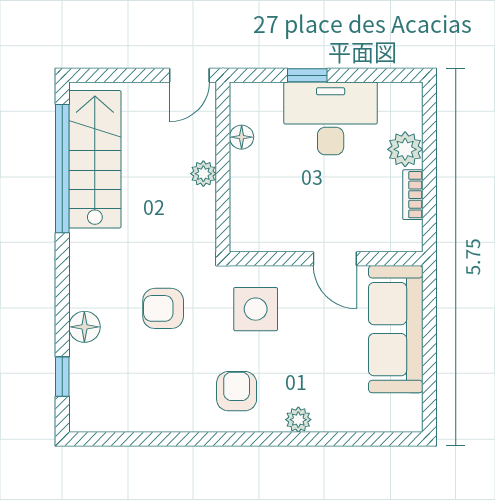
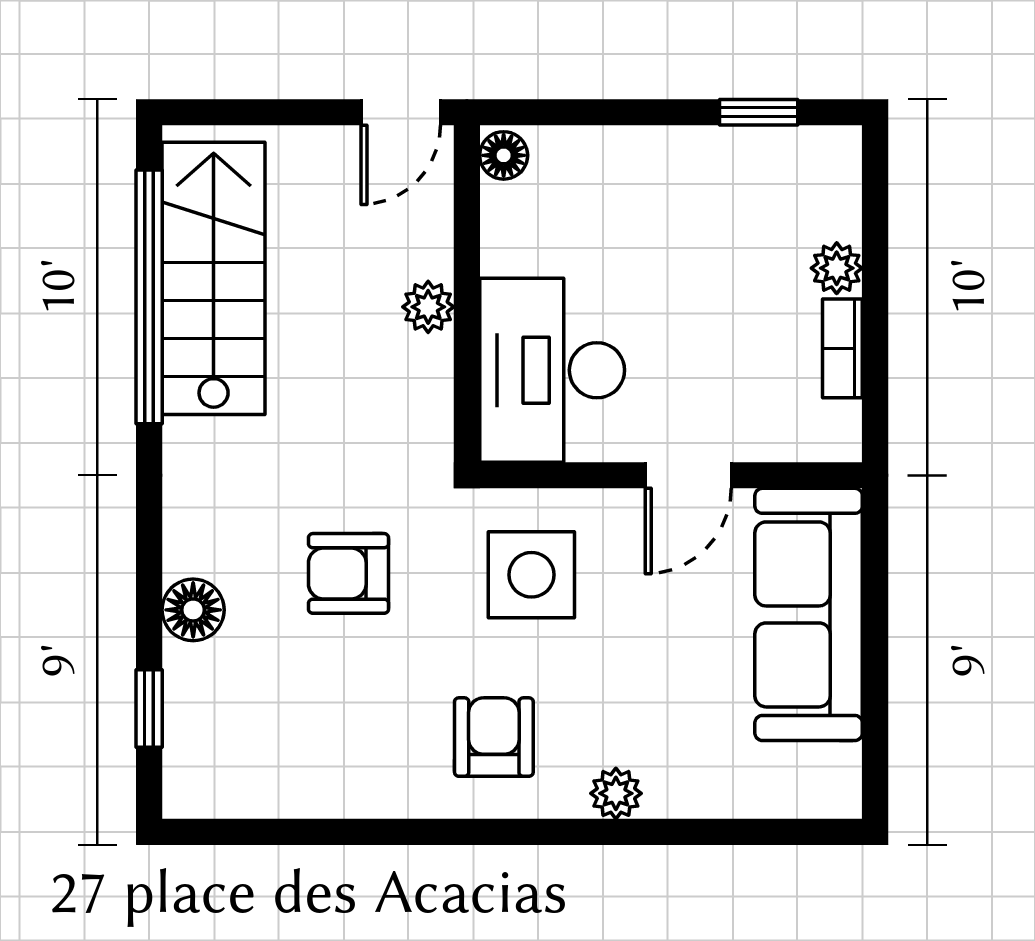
window: (307, 75) -> (759, 112), moved
desk: (331, 118) -> (552, 370), moved, turned -90
floor lamp: (242, 137) -> (504, 155), moved
plant: (405, 149) -> (837, 268), width x0.73, depth x0.73
door: (335, 259) -> (688, 475), hinge flipped

